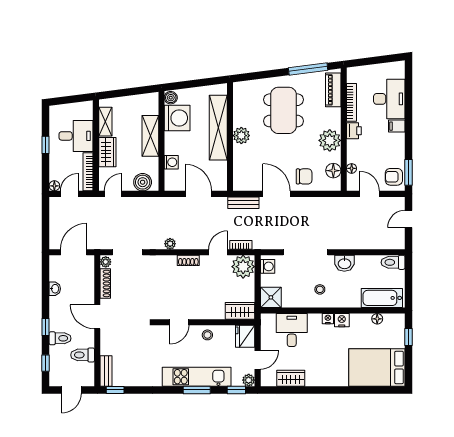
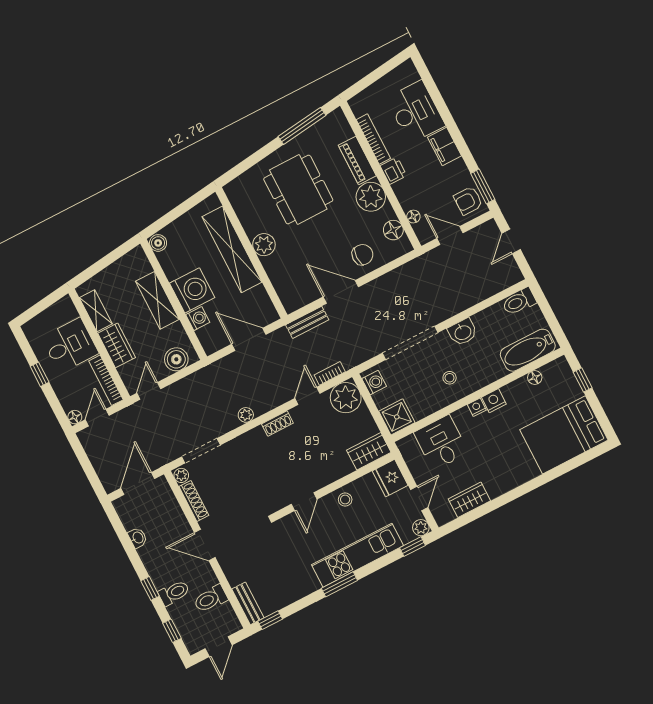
piano: (333, 90) -> (357, 160), moved
washing machine: (177, 118) -> (192, 290), moved
filing cabinet: (397, 126) -> (445, 147), width x2.00
window: (197, 390) -> (339, 584), moved

